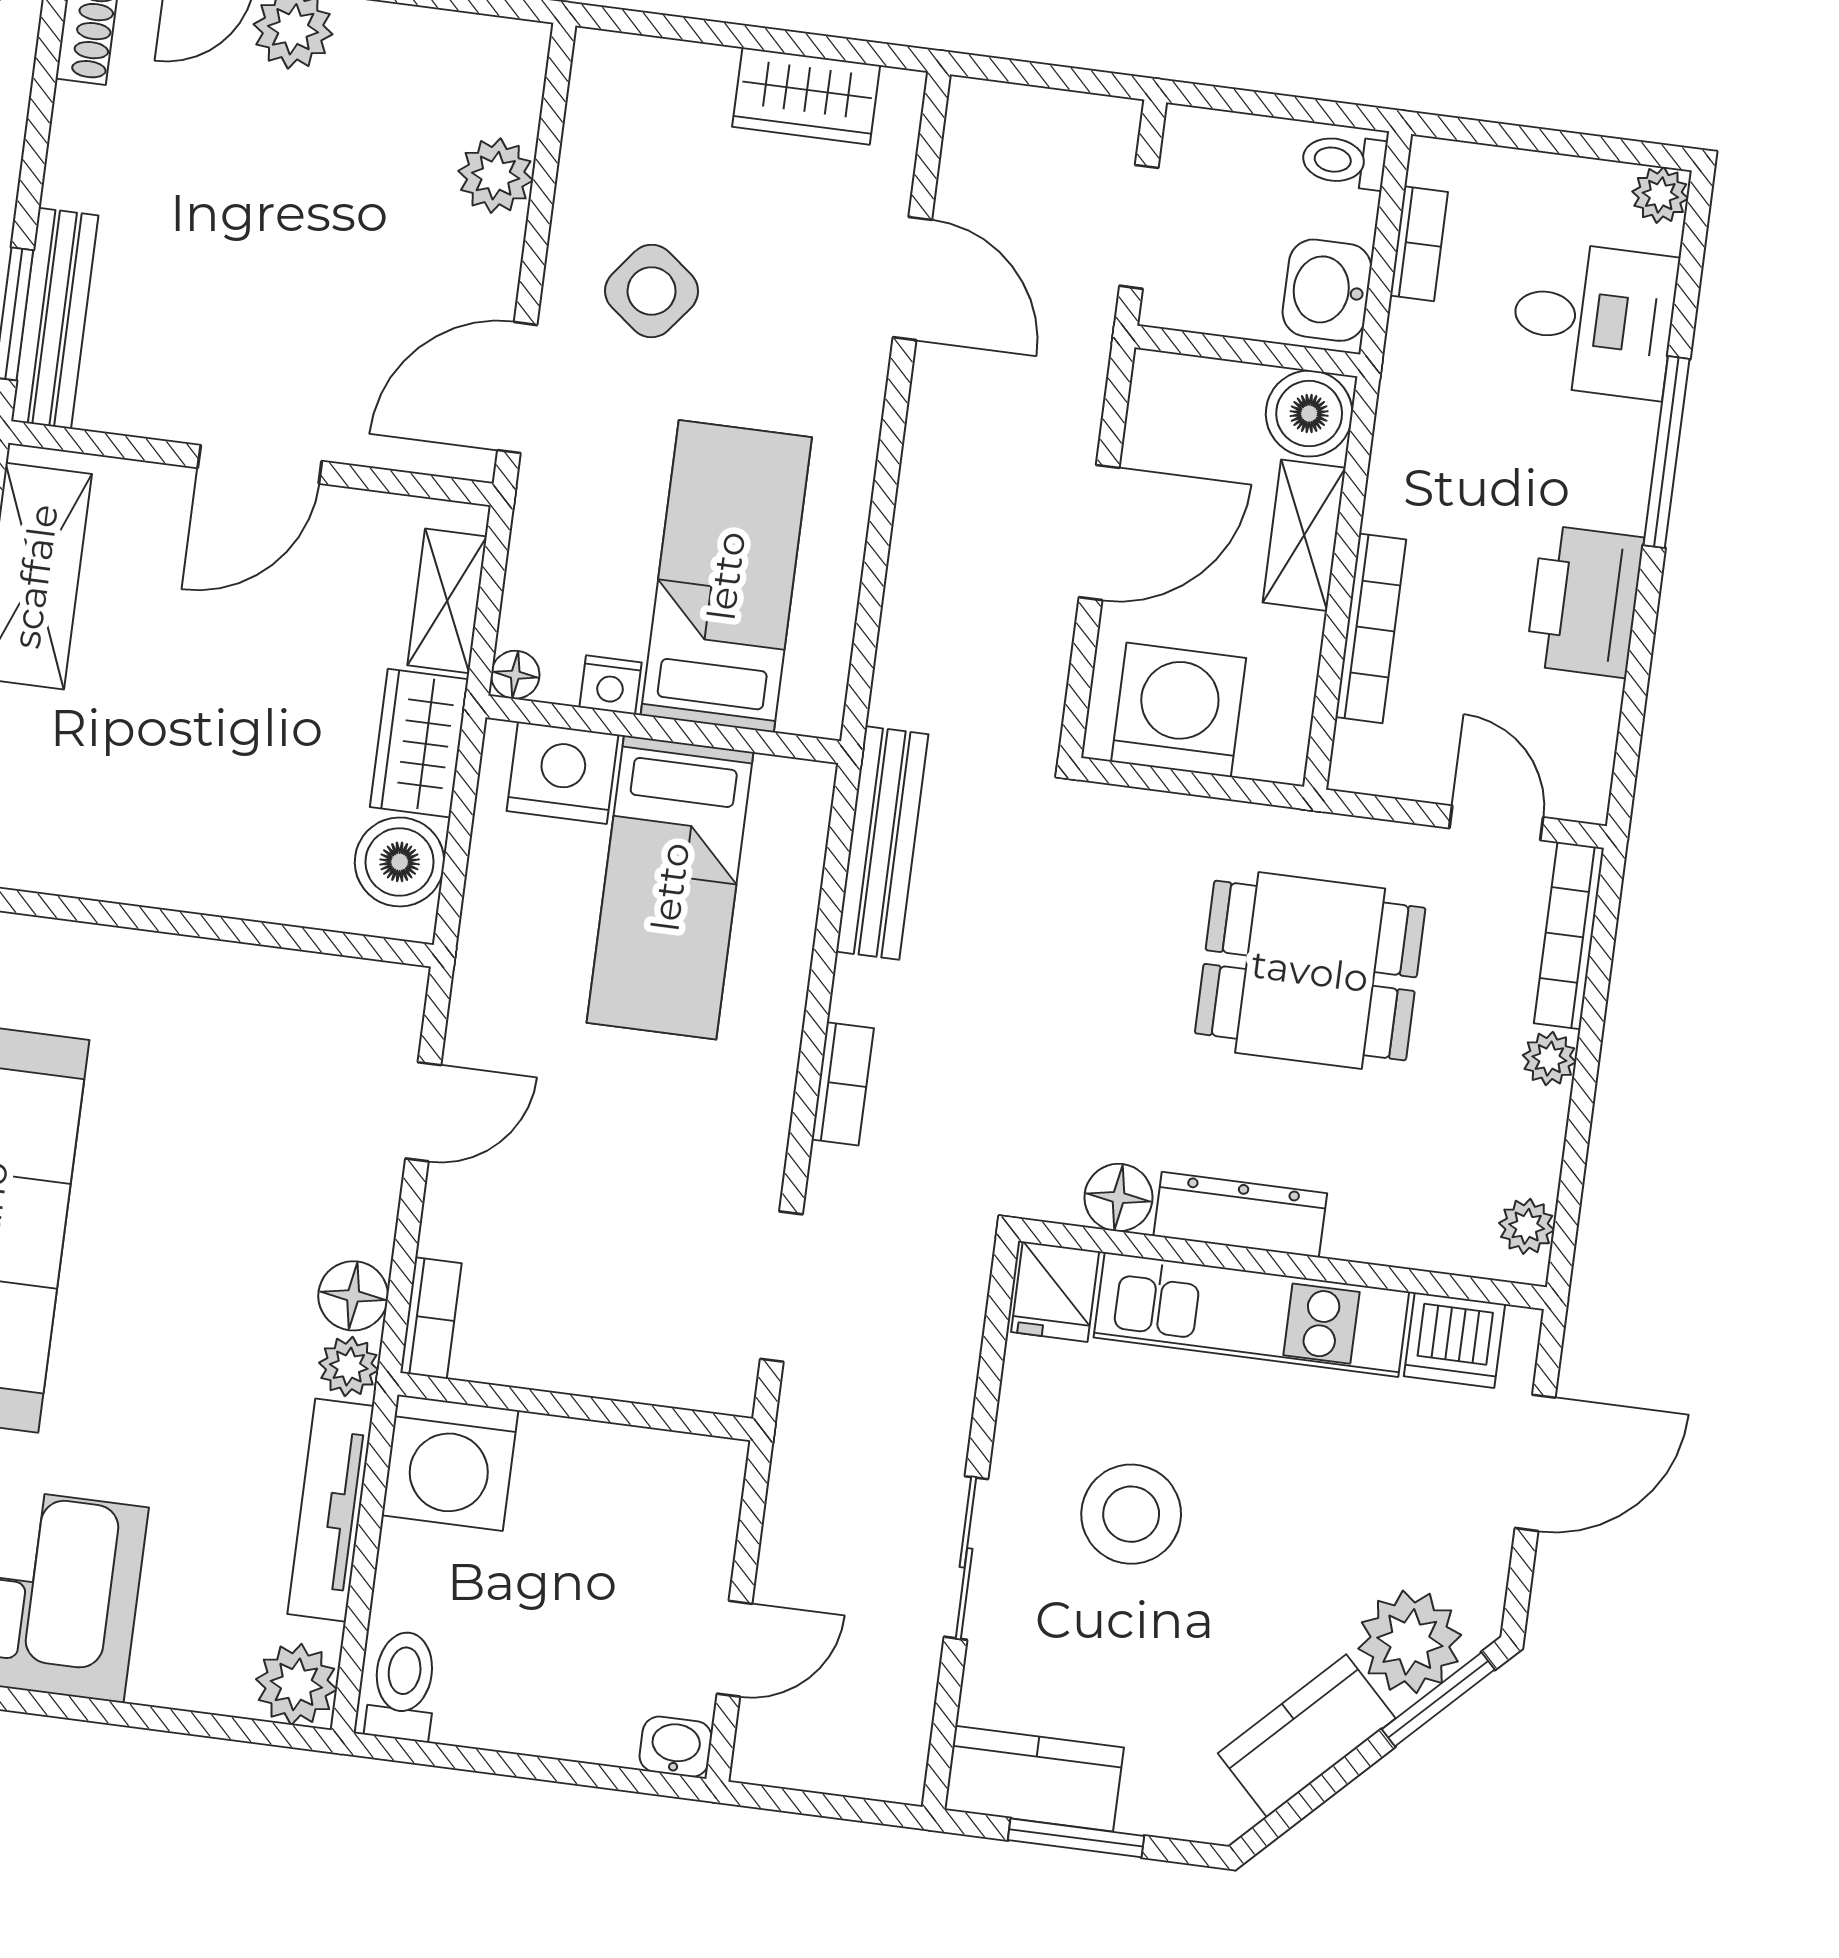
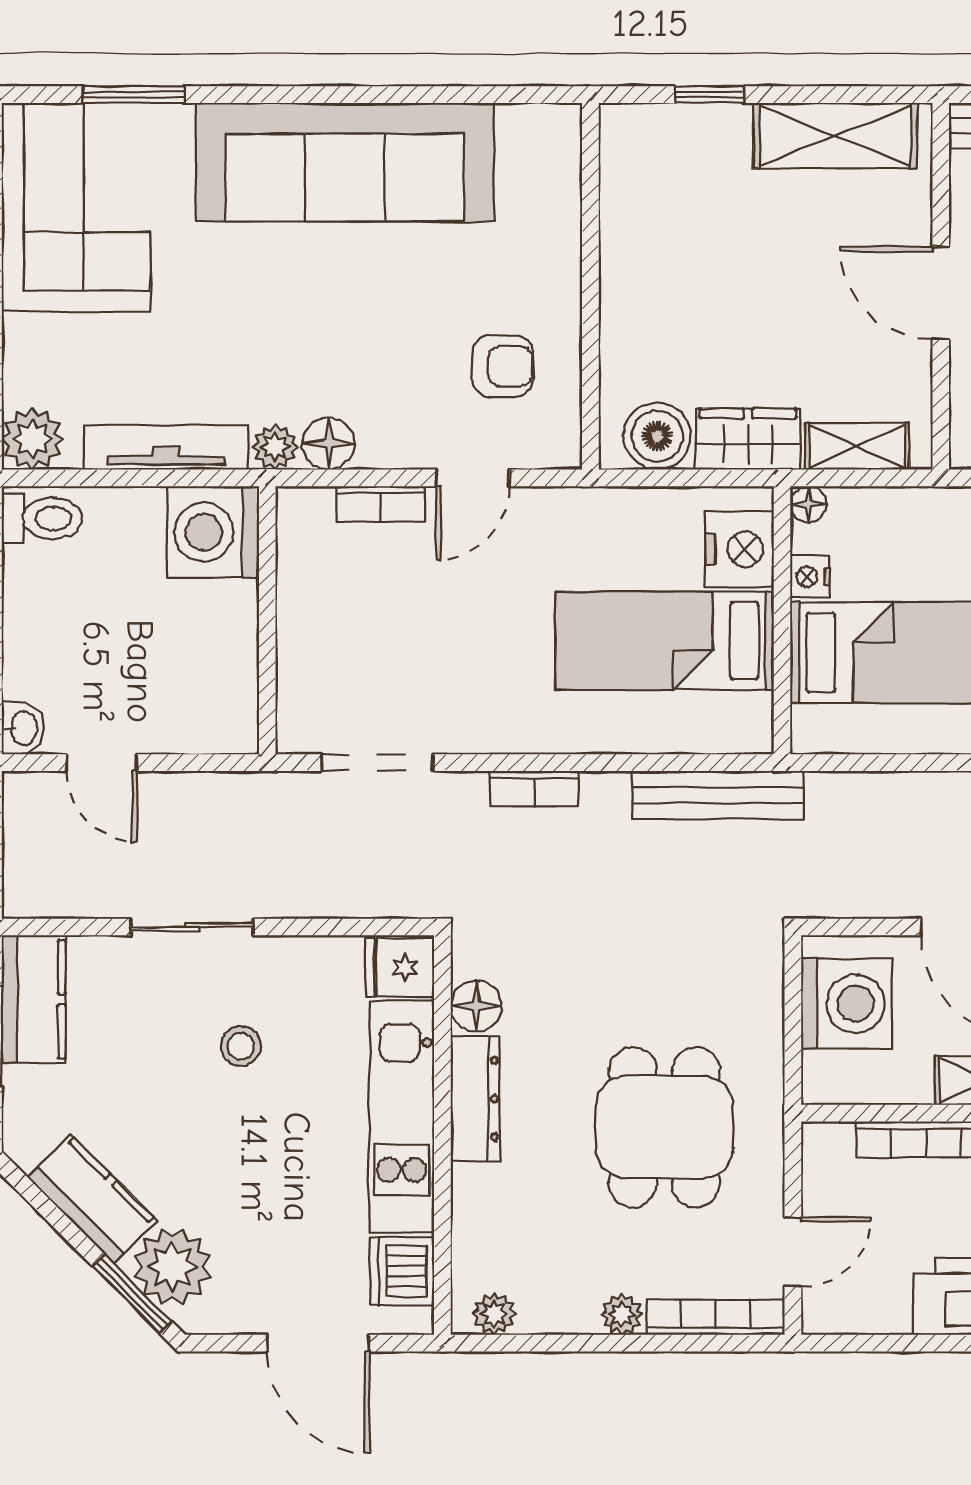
armchair: (281, 1053) -> (503, 366), added
door: (423, 1112) -> (473, 478), hinge flipped
bookcase: (431, 1318) -> (381, 504), moved
stool: (1131, 1514) -> (241, 1046), width x0.53, depth x0.53

